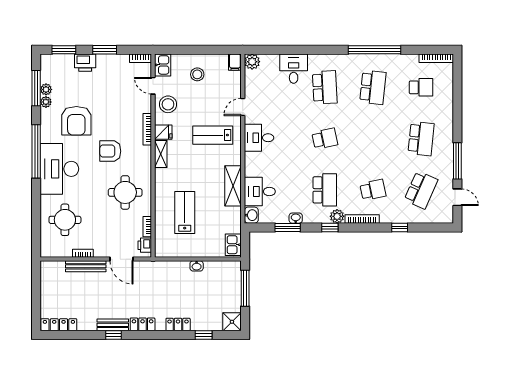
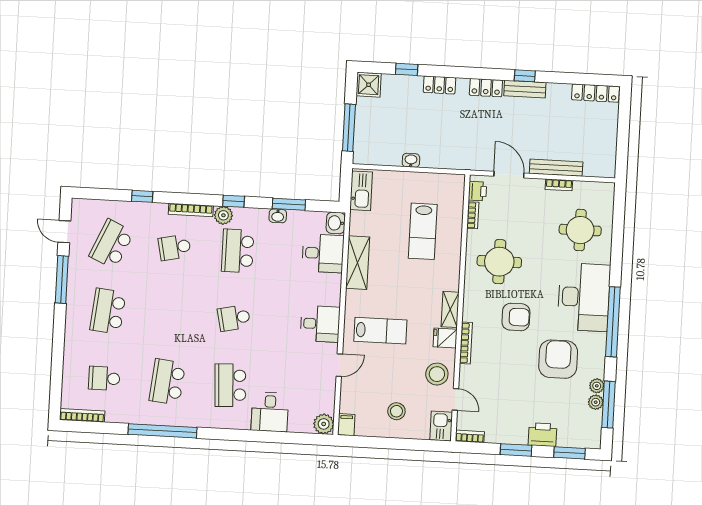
kitchen sink: (233, 245) -> (361, 191), width x1.38

